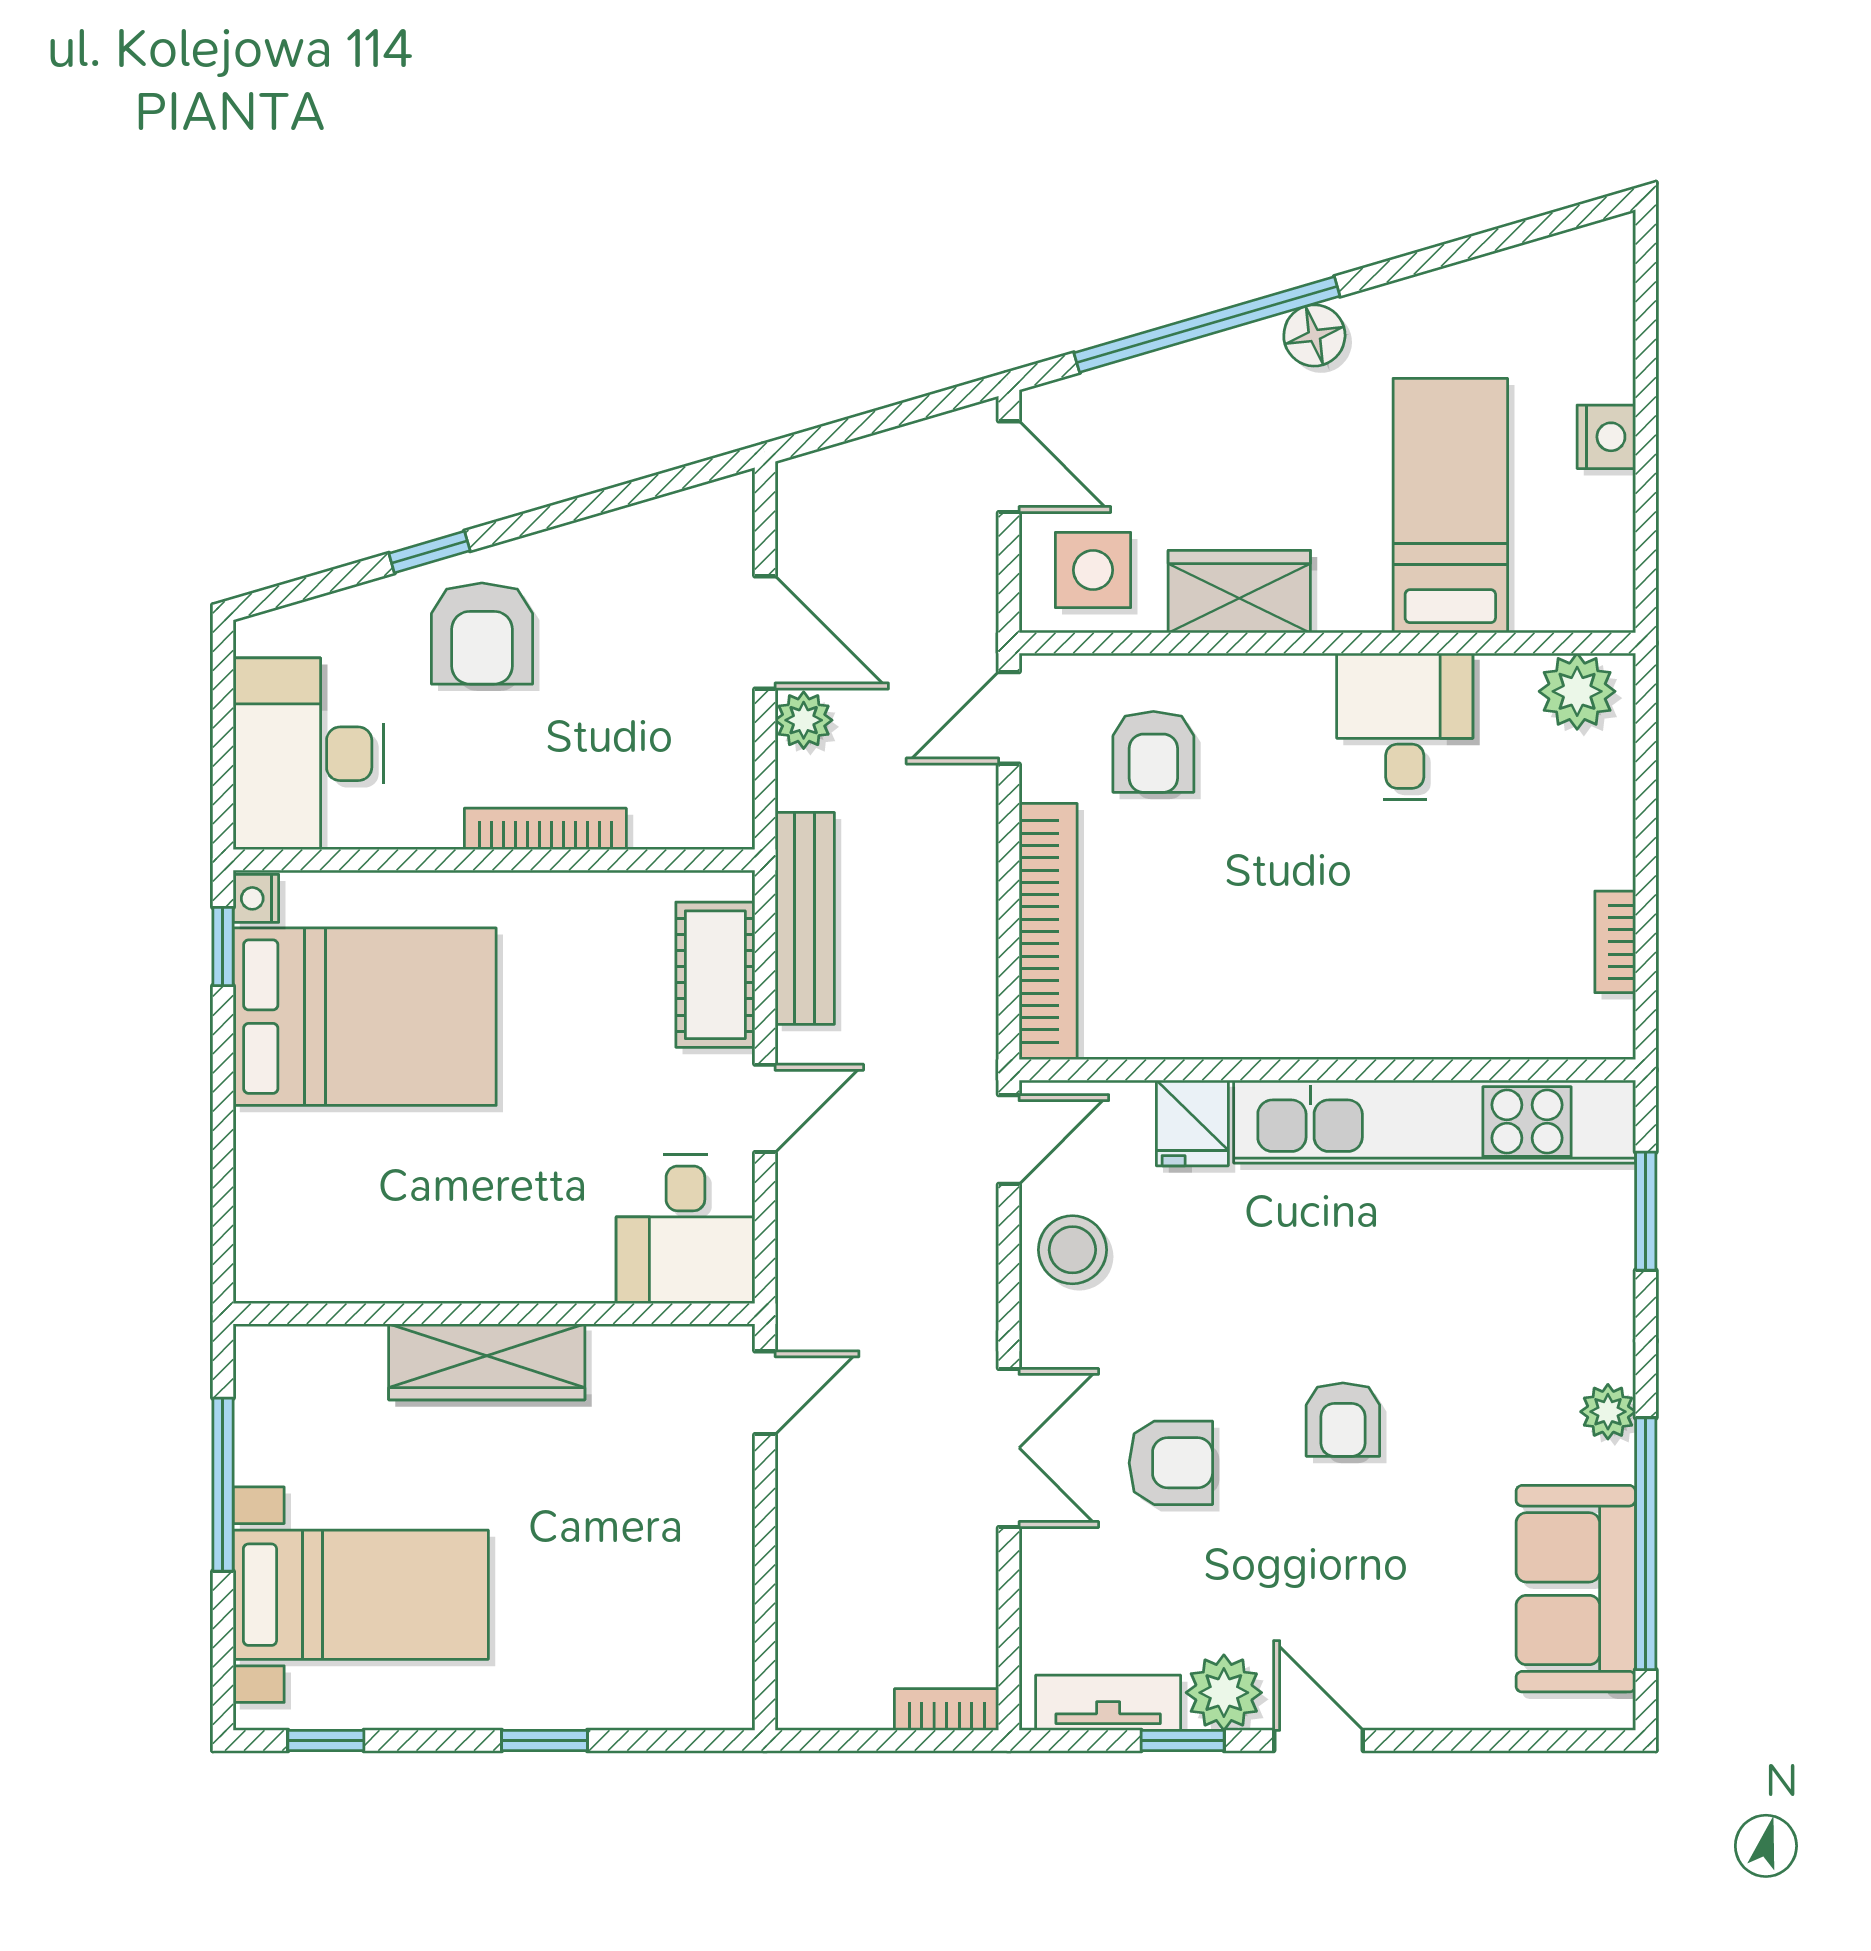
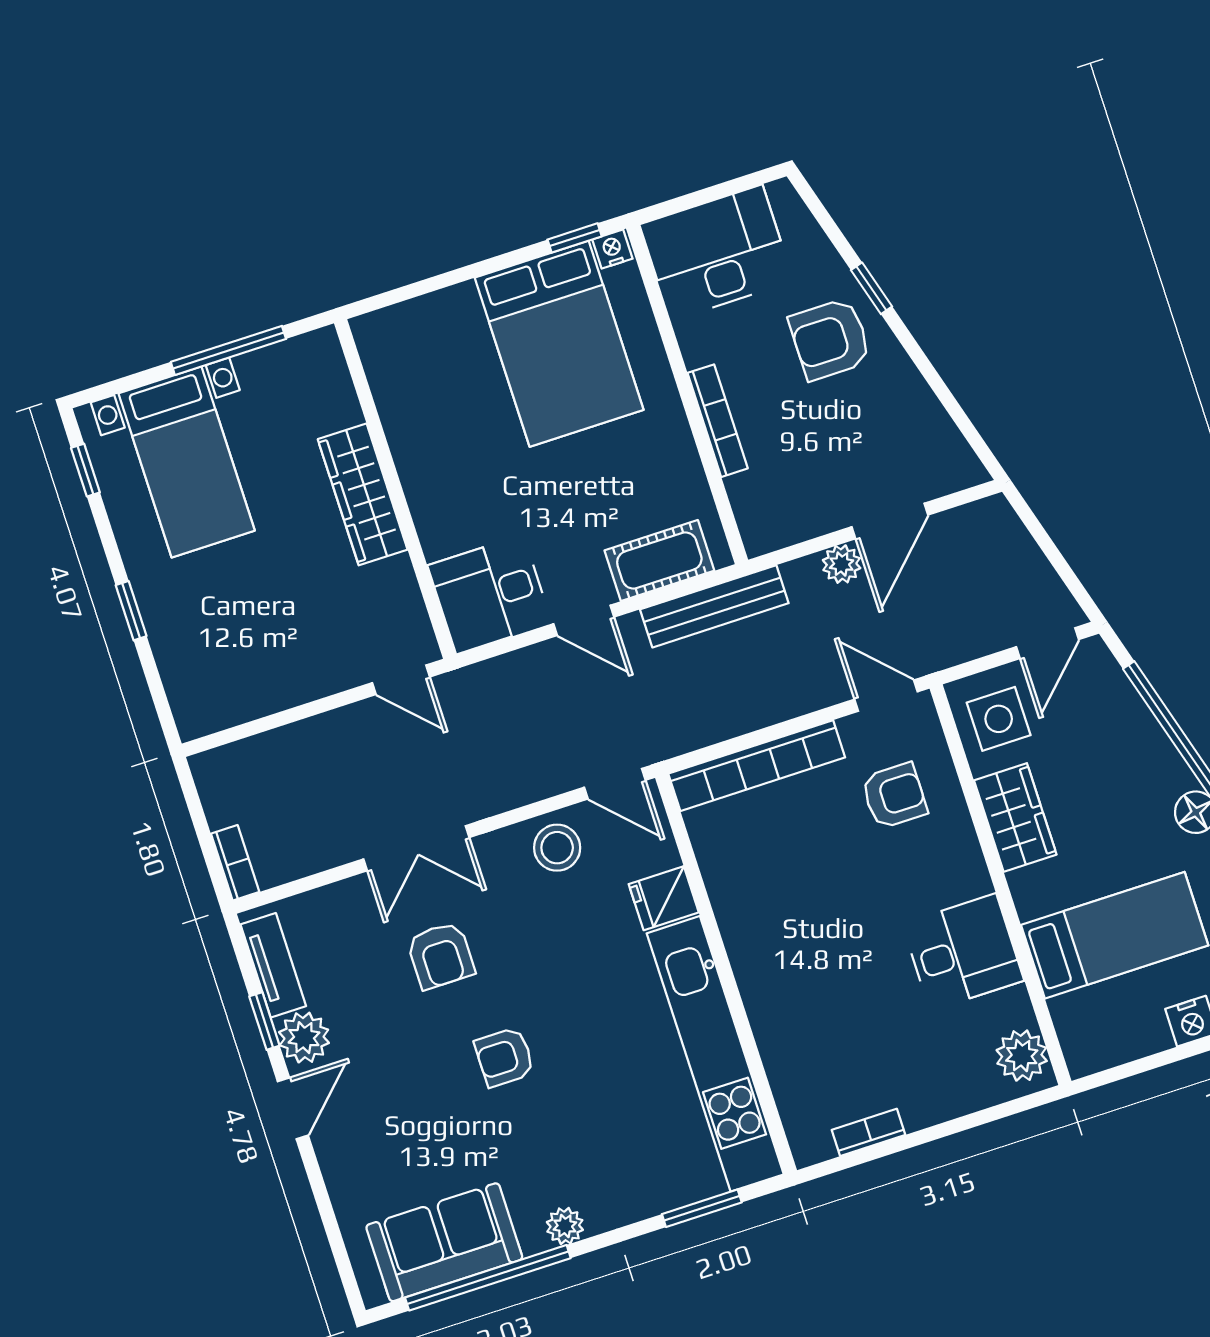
armchair: (1153, 752) -> (894, 796), turned 180

